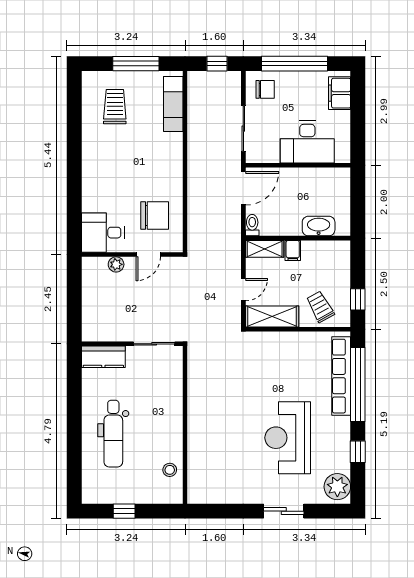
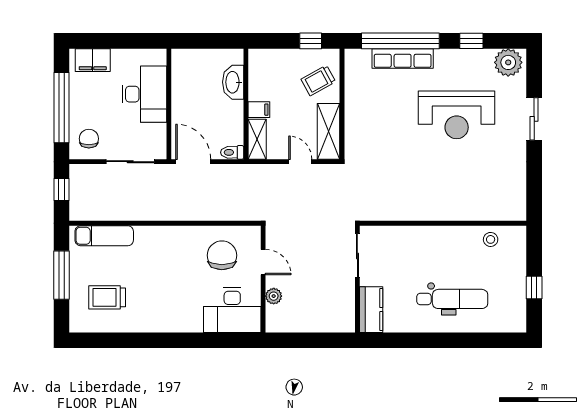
desk: (103, 233) -> (232, 310), width x1.37
row of seats: (341, 376) -> (403, 58), width x0.73

